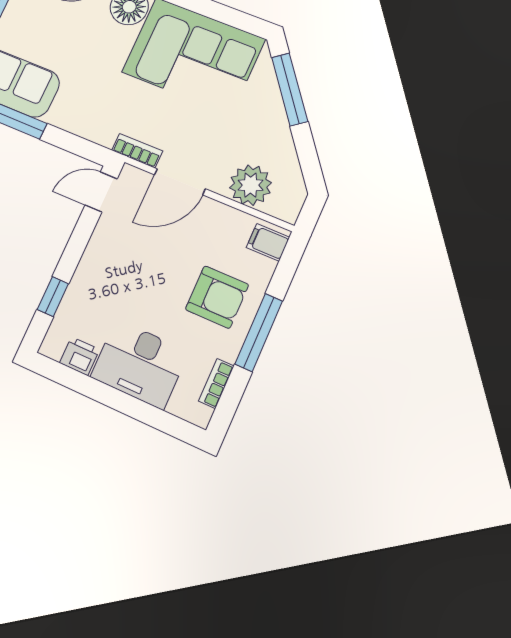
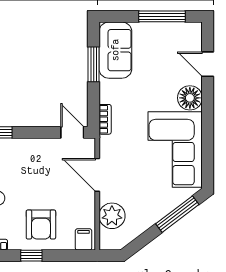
bookcase: (137, 151) -> (105, 119), moved
window: (259, 333) -> (31, 256), width x0.46

